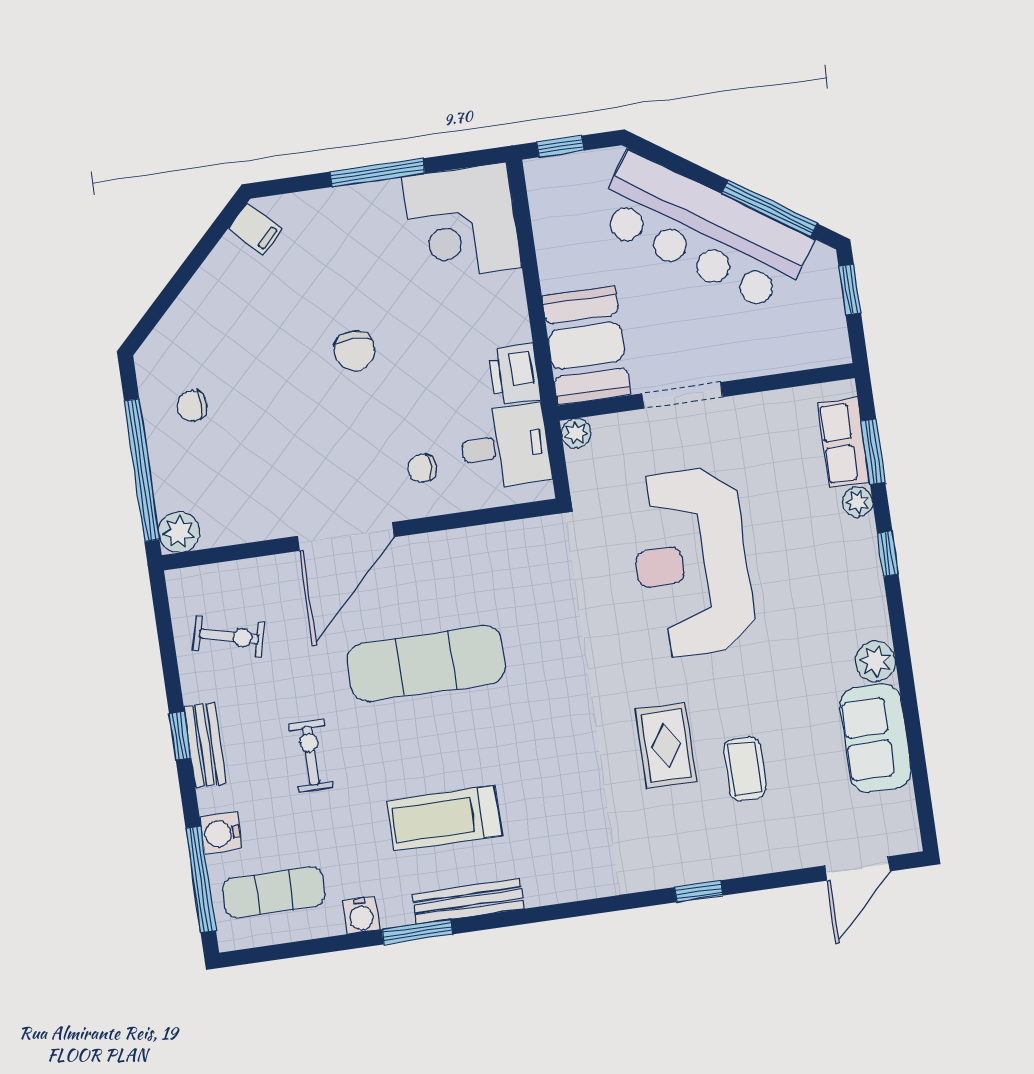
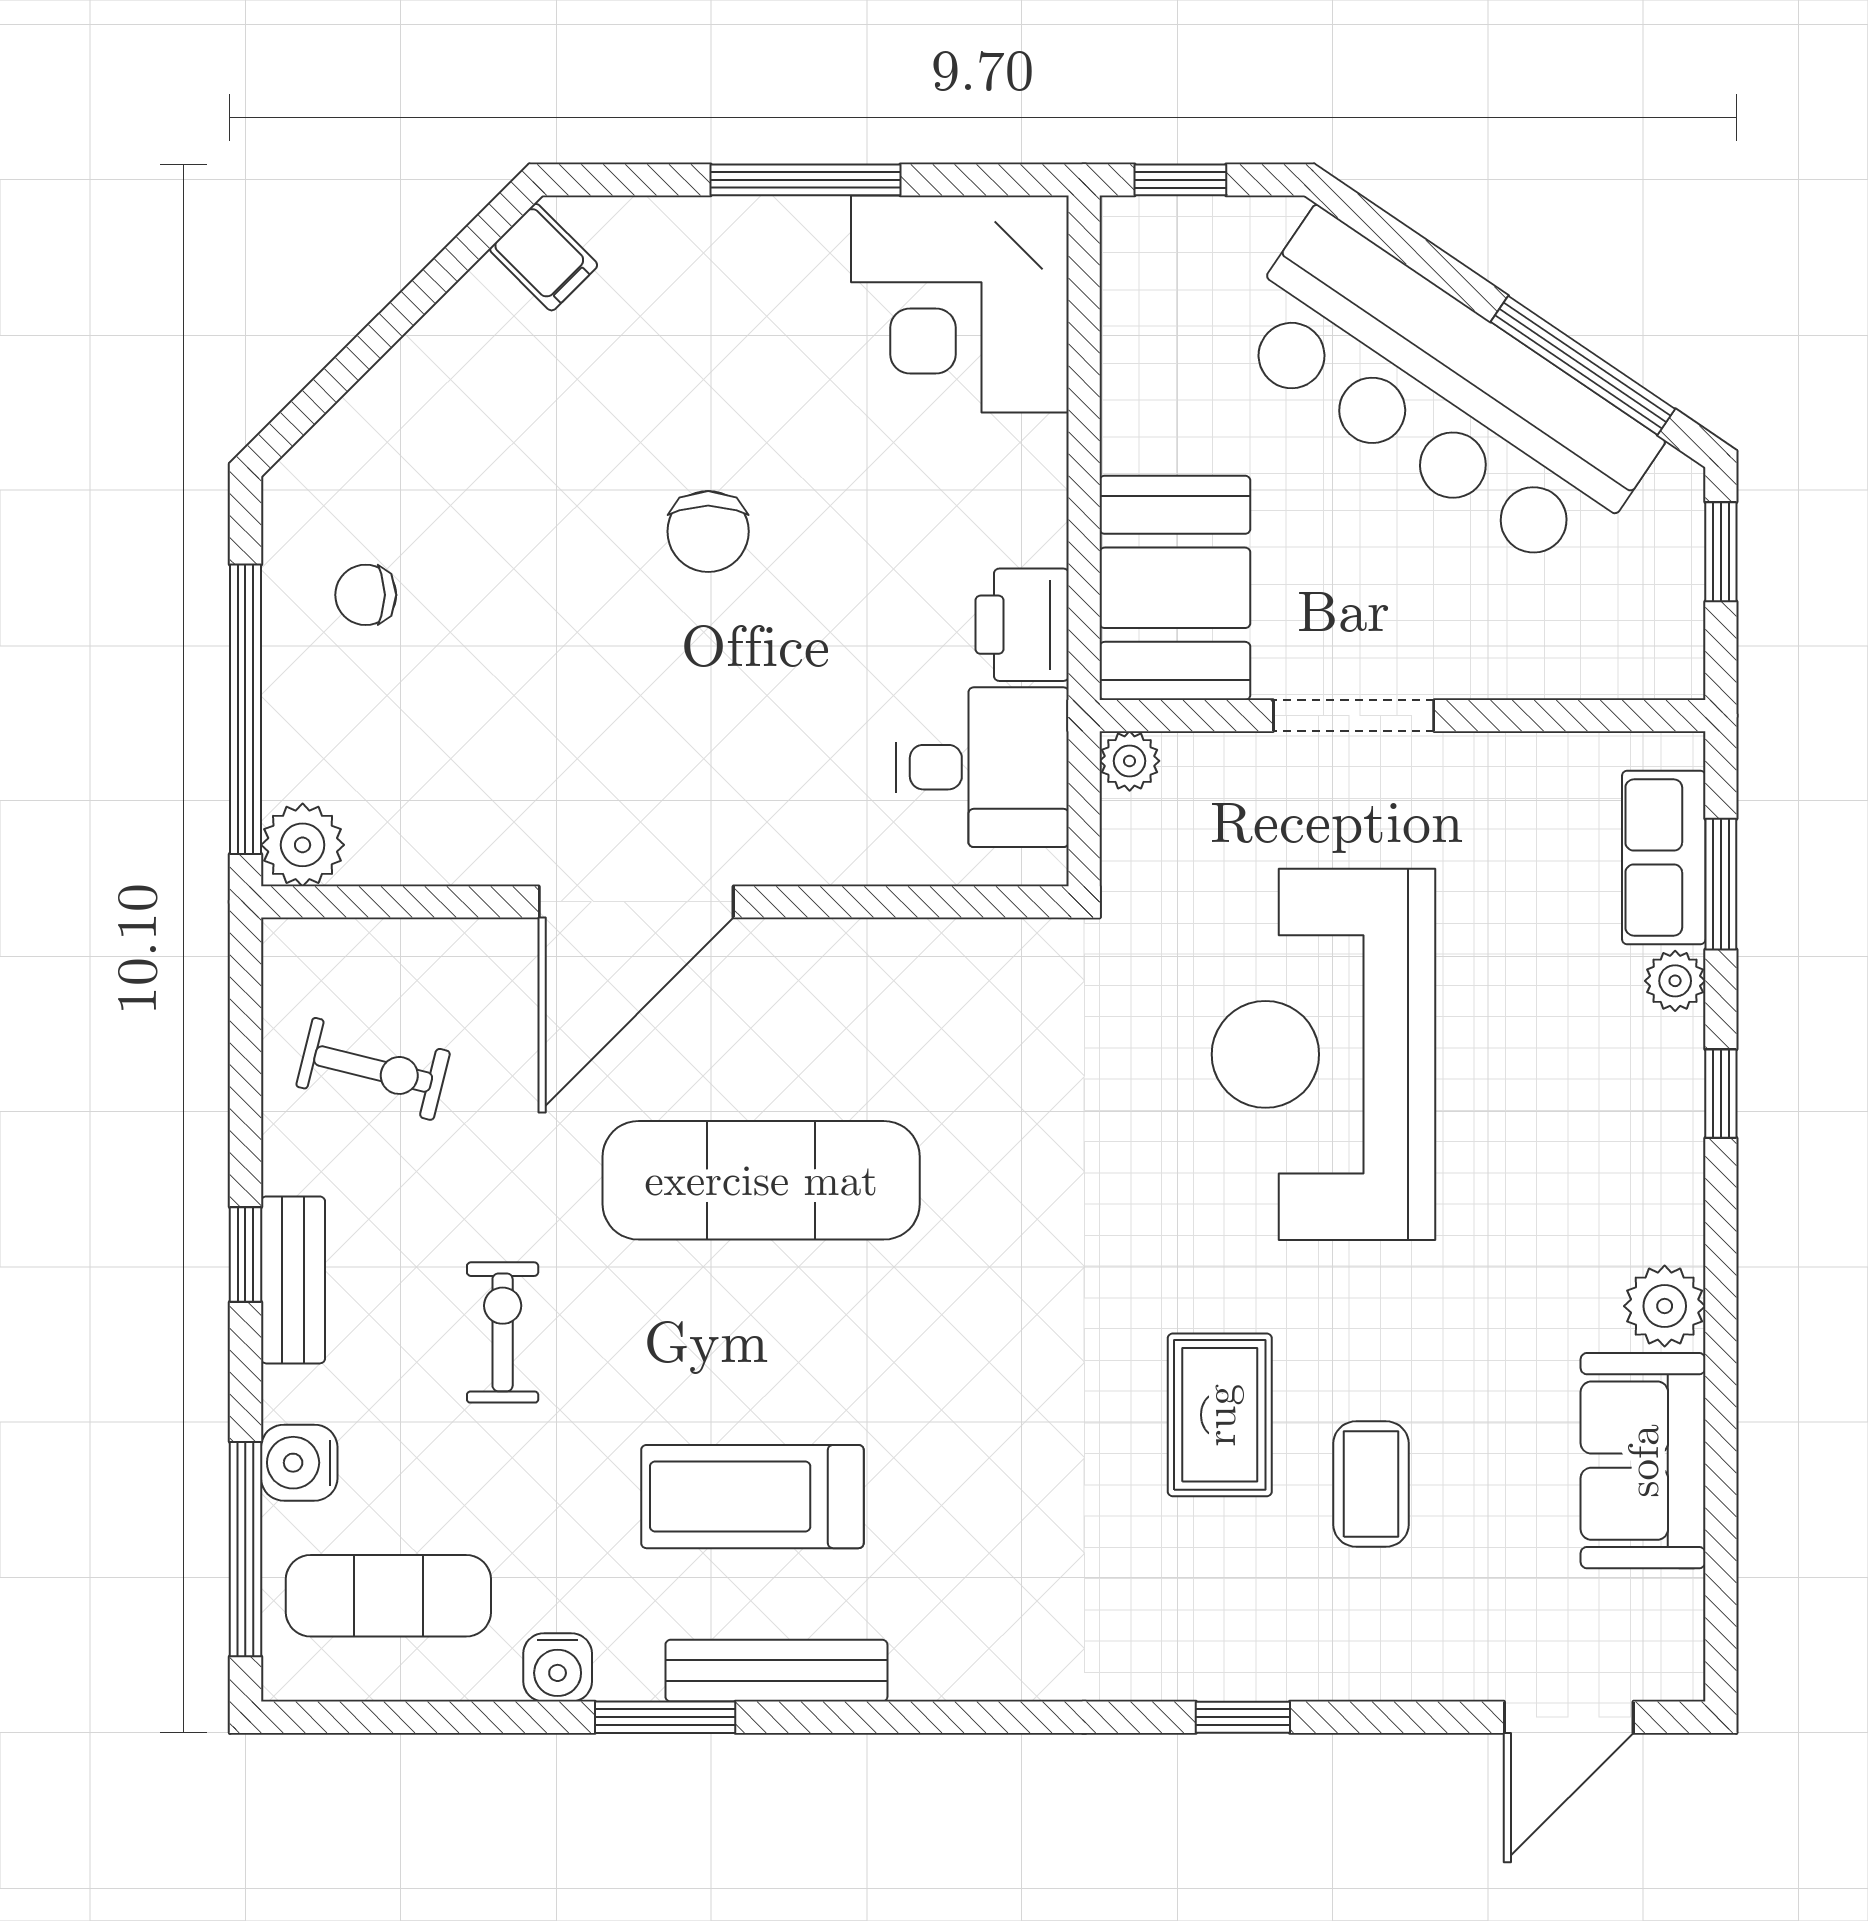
chair: (422, 468) -> (809, 787), removed

